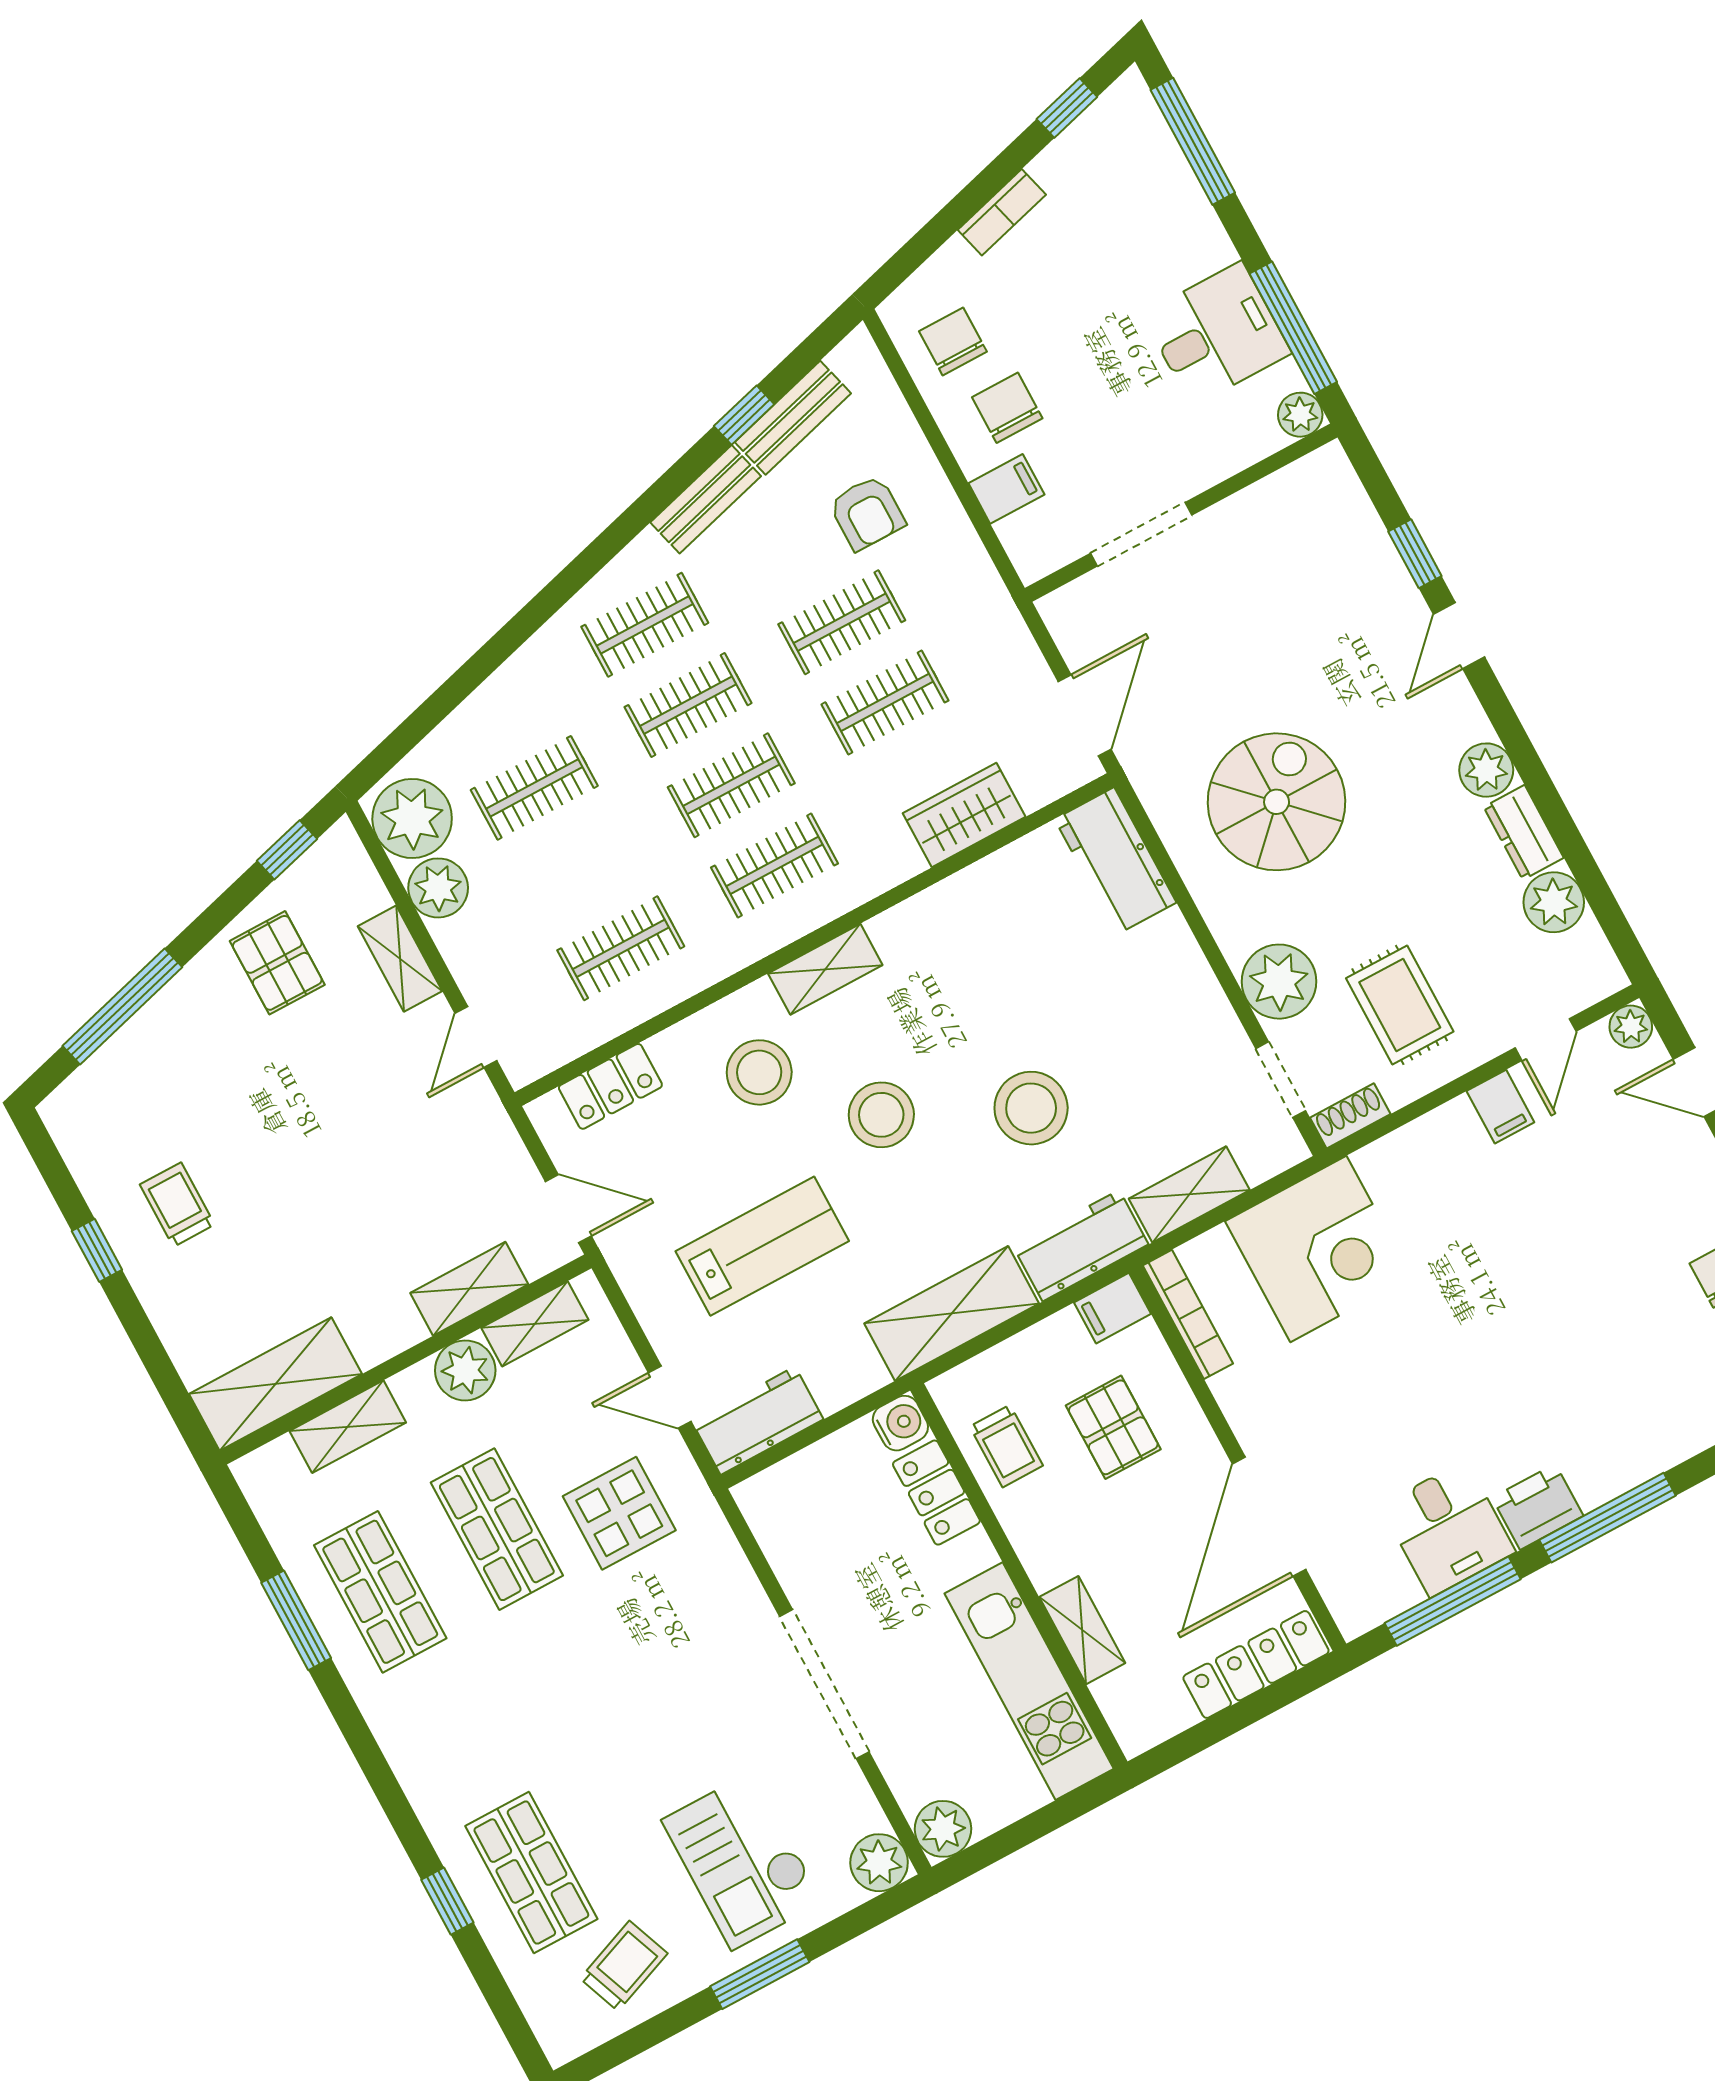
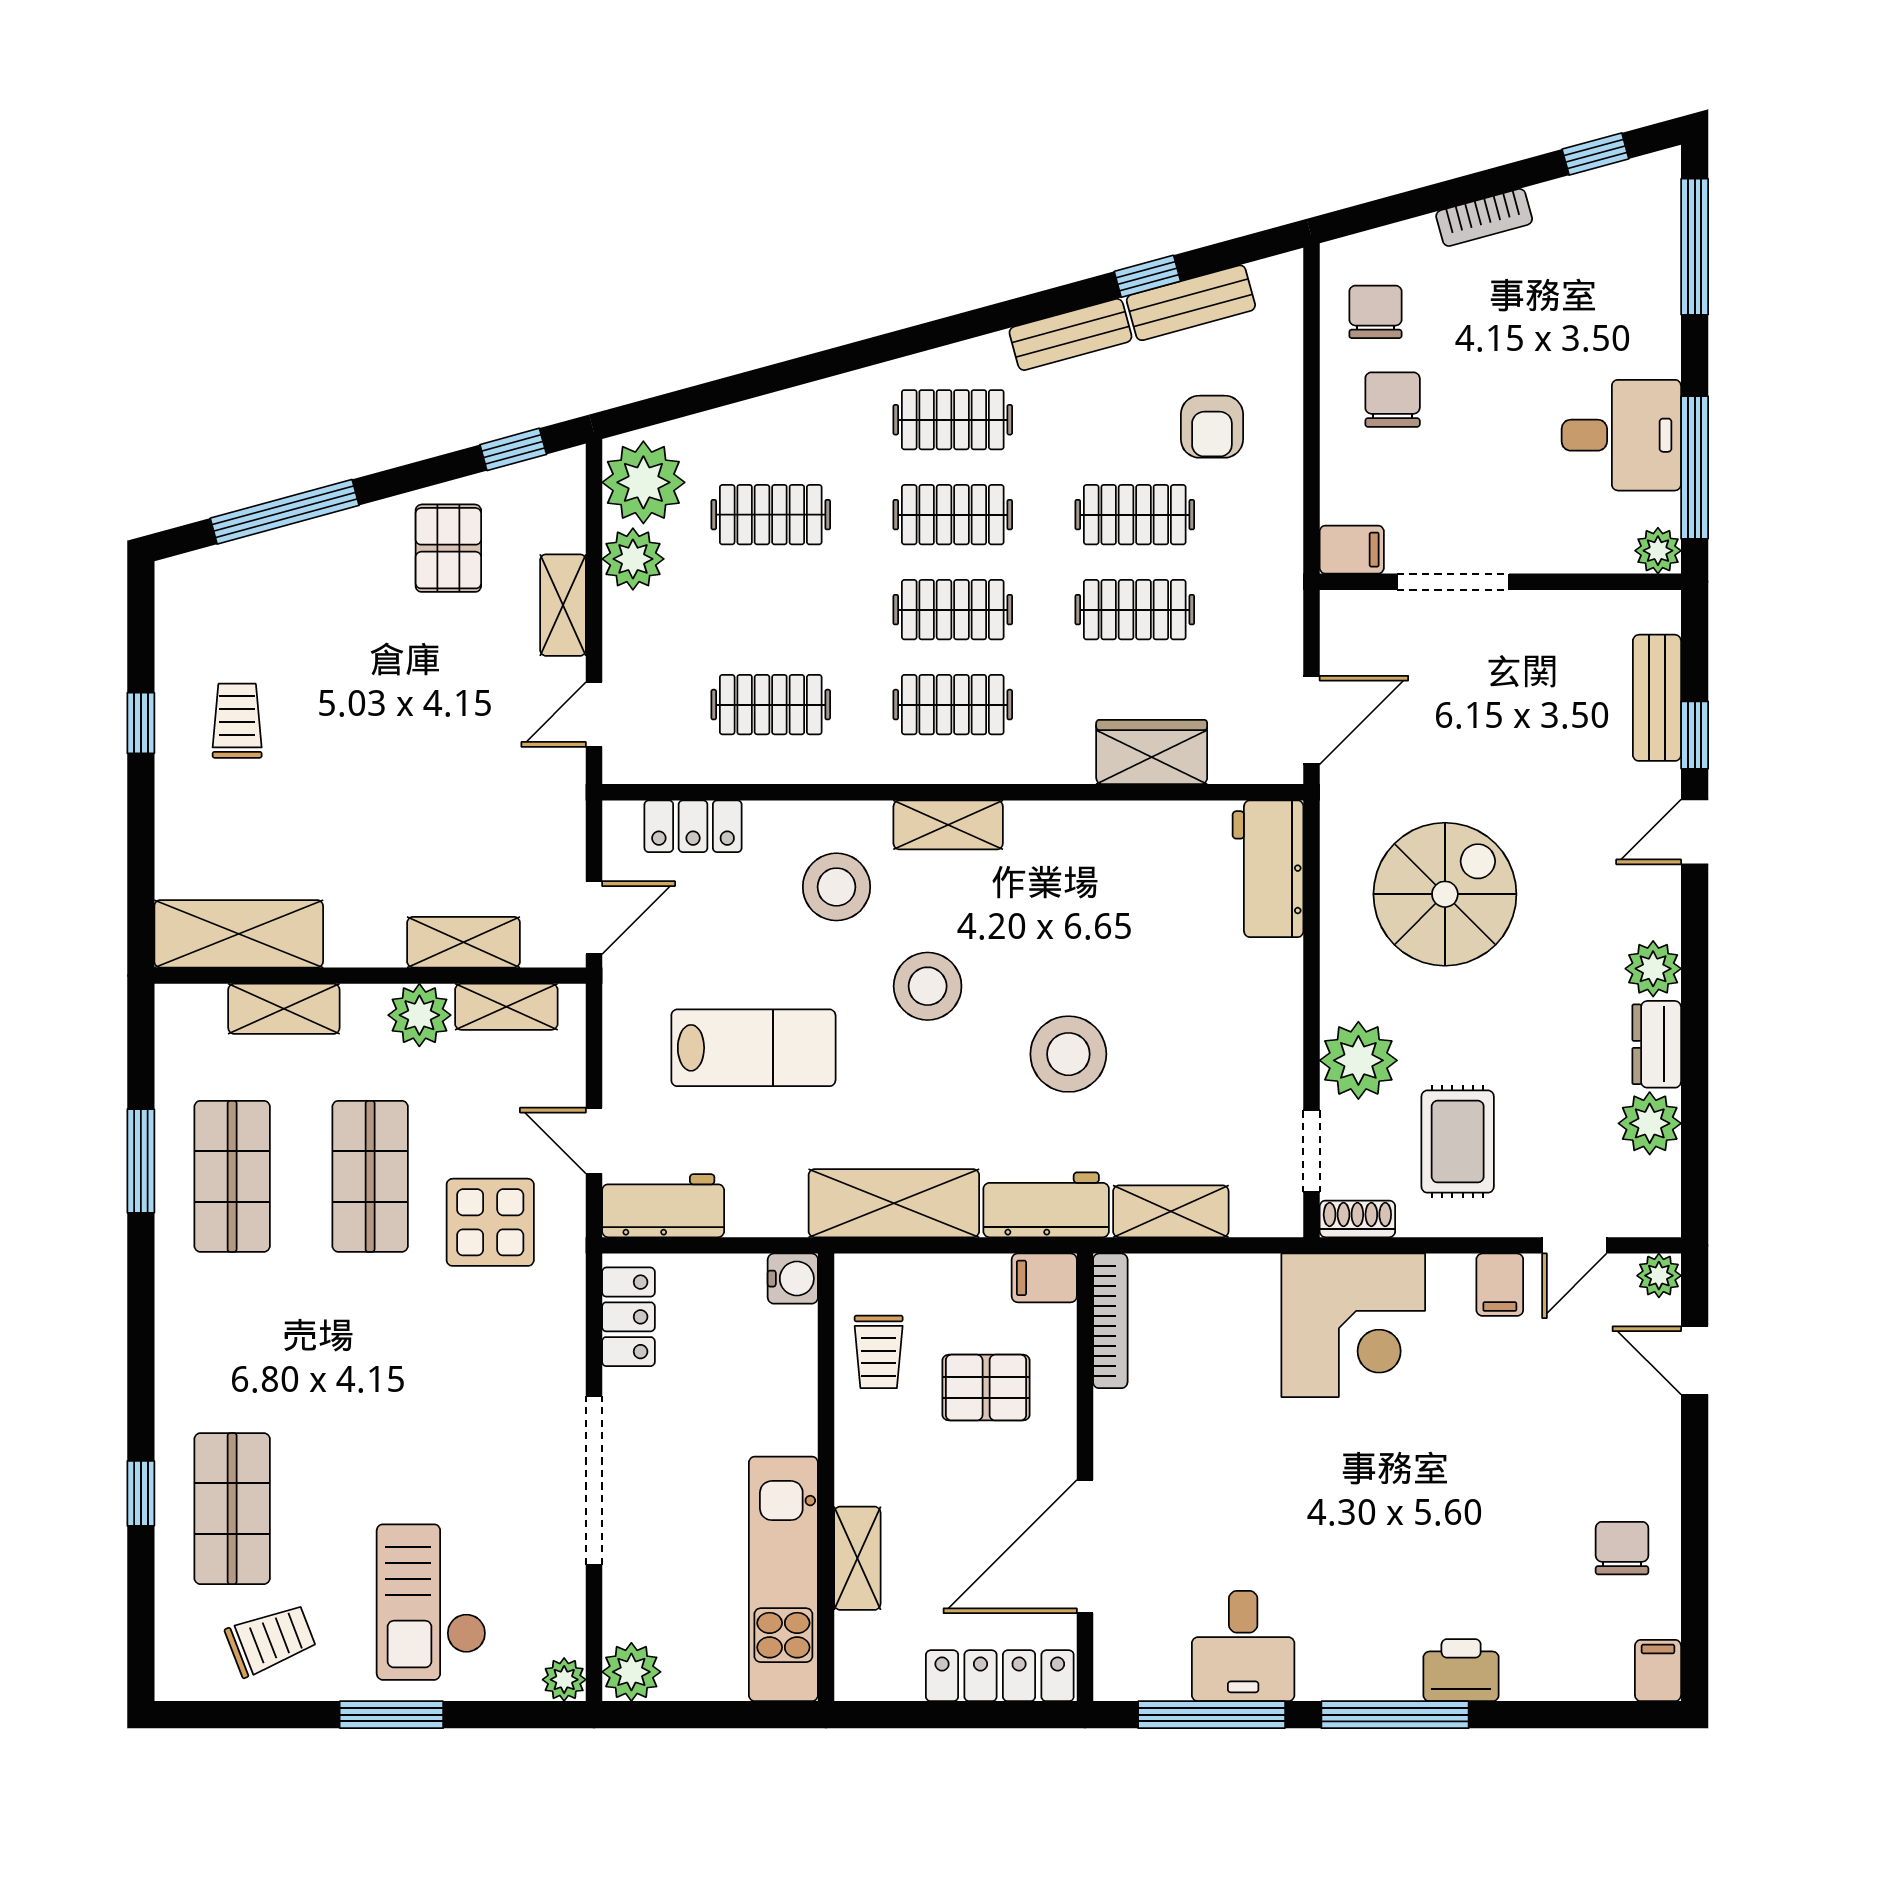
filing cabinet: (1006, 489) -> (1352, 550), moved
bench: (1366, 539) -> (1657, 698), added
door: (568, 1209) -> (594, 918), hinge flipped
corner desk: (1318, 1249) -> (1353, 1325), moved
pallet: (1113, 1427) -> (986, 1388), turned 90
locker: (936, 1493) -> (628, 1317), moved, turned 180
printer: (1538, 1507) -> (1461, 1670), moved
plant: (879, 1863) -> (564, 1680), width x0.73, depth x0.73

